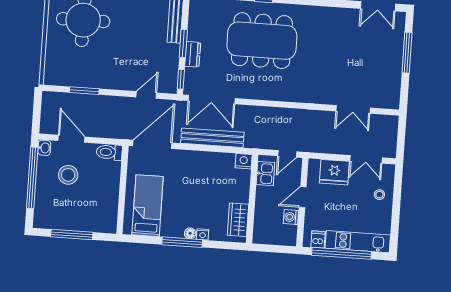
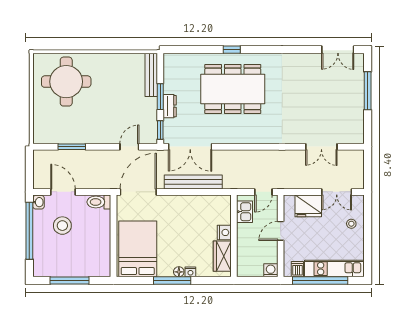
nightstand: (244, 161) -> (224, 232), moved, turned 90
bed: (148, 206) -> (138, 249), width x1.50
washing machine: (291, 217) -> (271, 270), moved, turned 90

